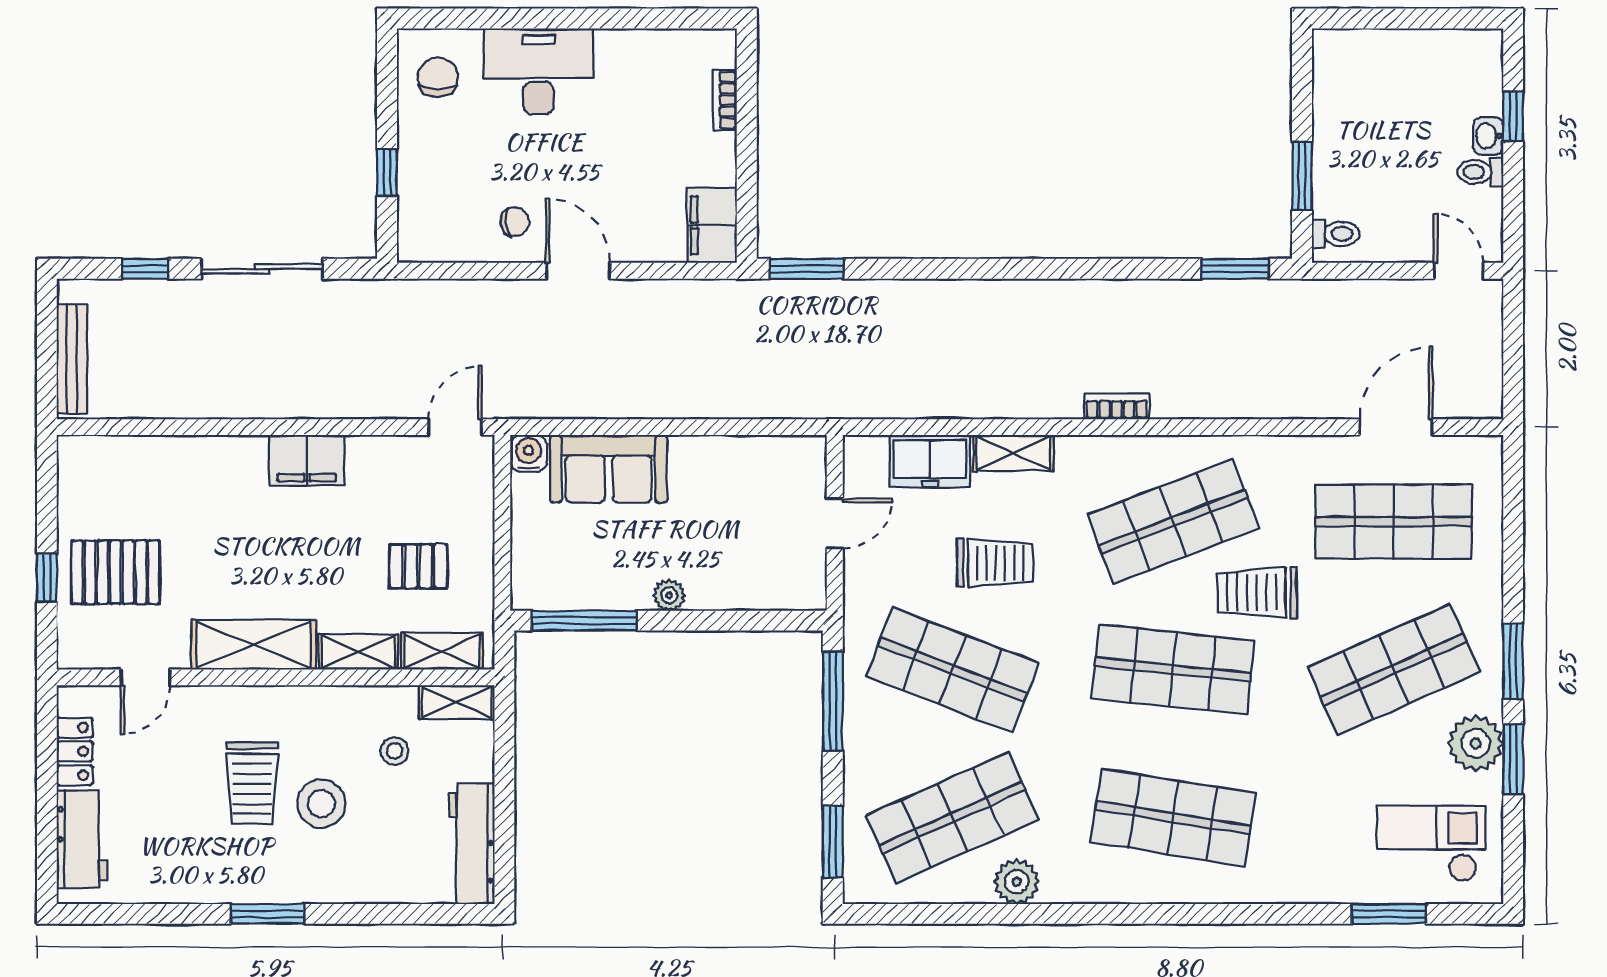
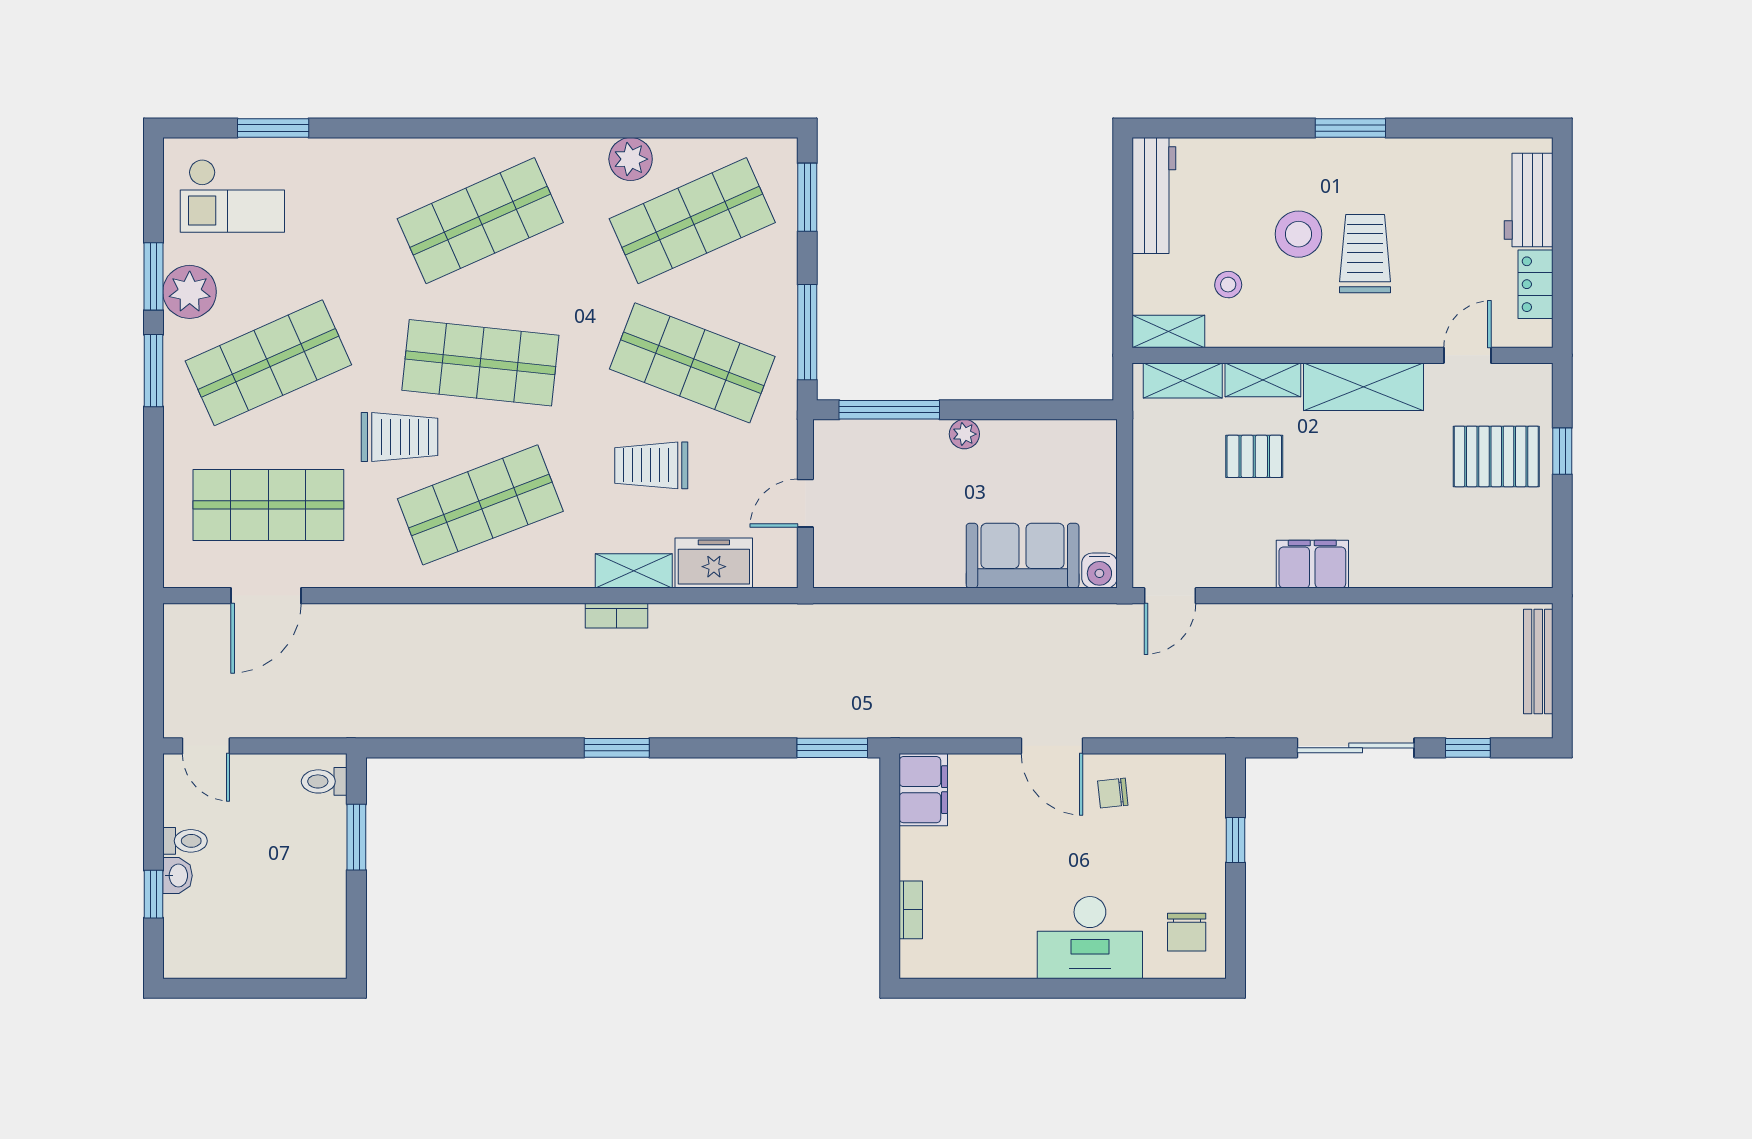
window: (1235, 269) -> (617, 748), moved
bookcase: (1117, 406) -> (617, 616), moved
pallet: (418, 566) -> (1254, 456), moved
window: (584, 621) -> (889, 410), moved
shop shelf: (1173, 818) -> (480, 221), turned -33

